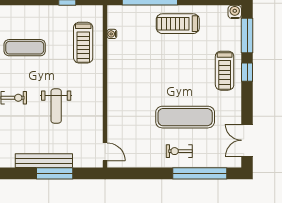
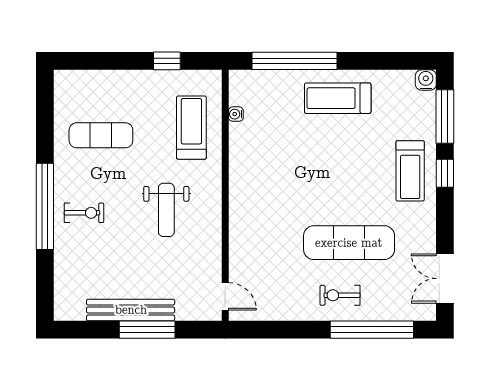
treadmill: (83, 43) -> (191, 128), turned 180
weight bench: (56, 106) -> (166, 210), moved

